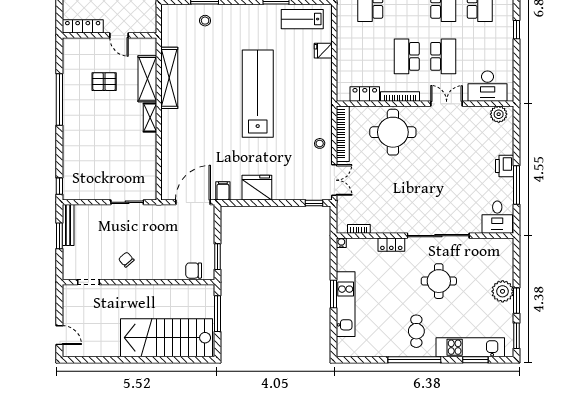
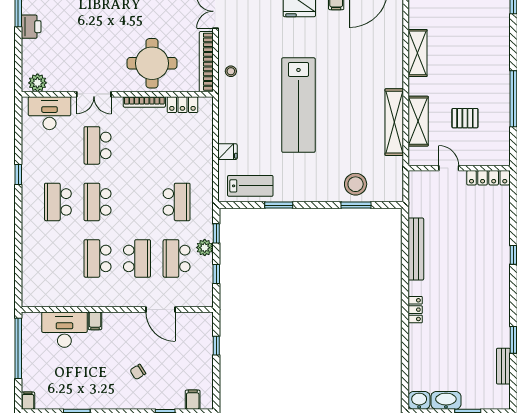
stool: (205, 21) -> (356, 184), width x1.89, depth x1.89
school desk: (407, 56) -> (137, 145), removed
shelving: (150, 118) -> (418, 53), moved, width x1.50, depth x1.33
stool: (320, 143) -> (231, 71), moved

